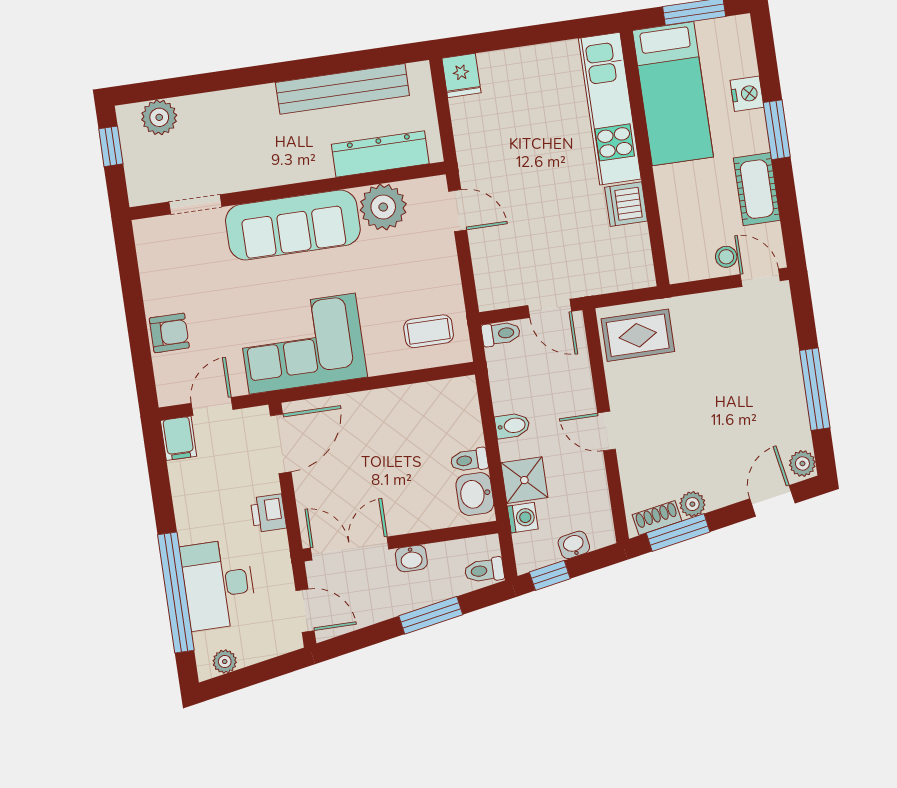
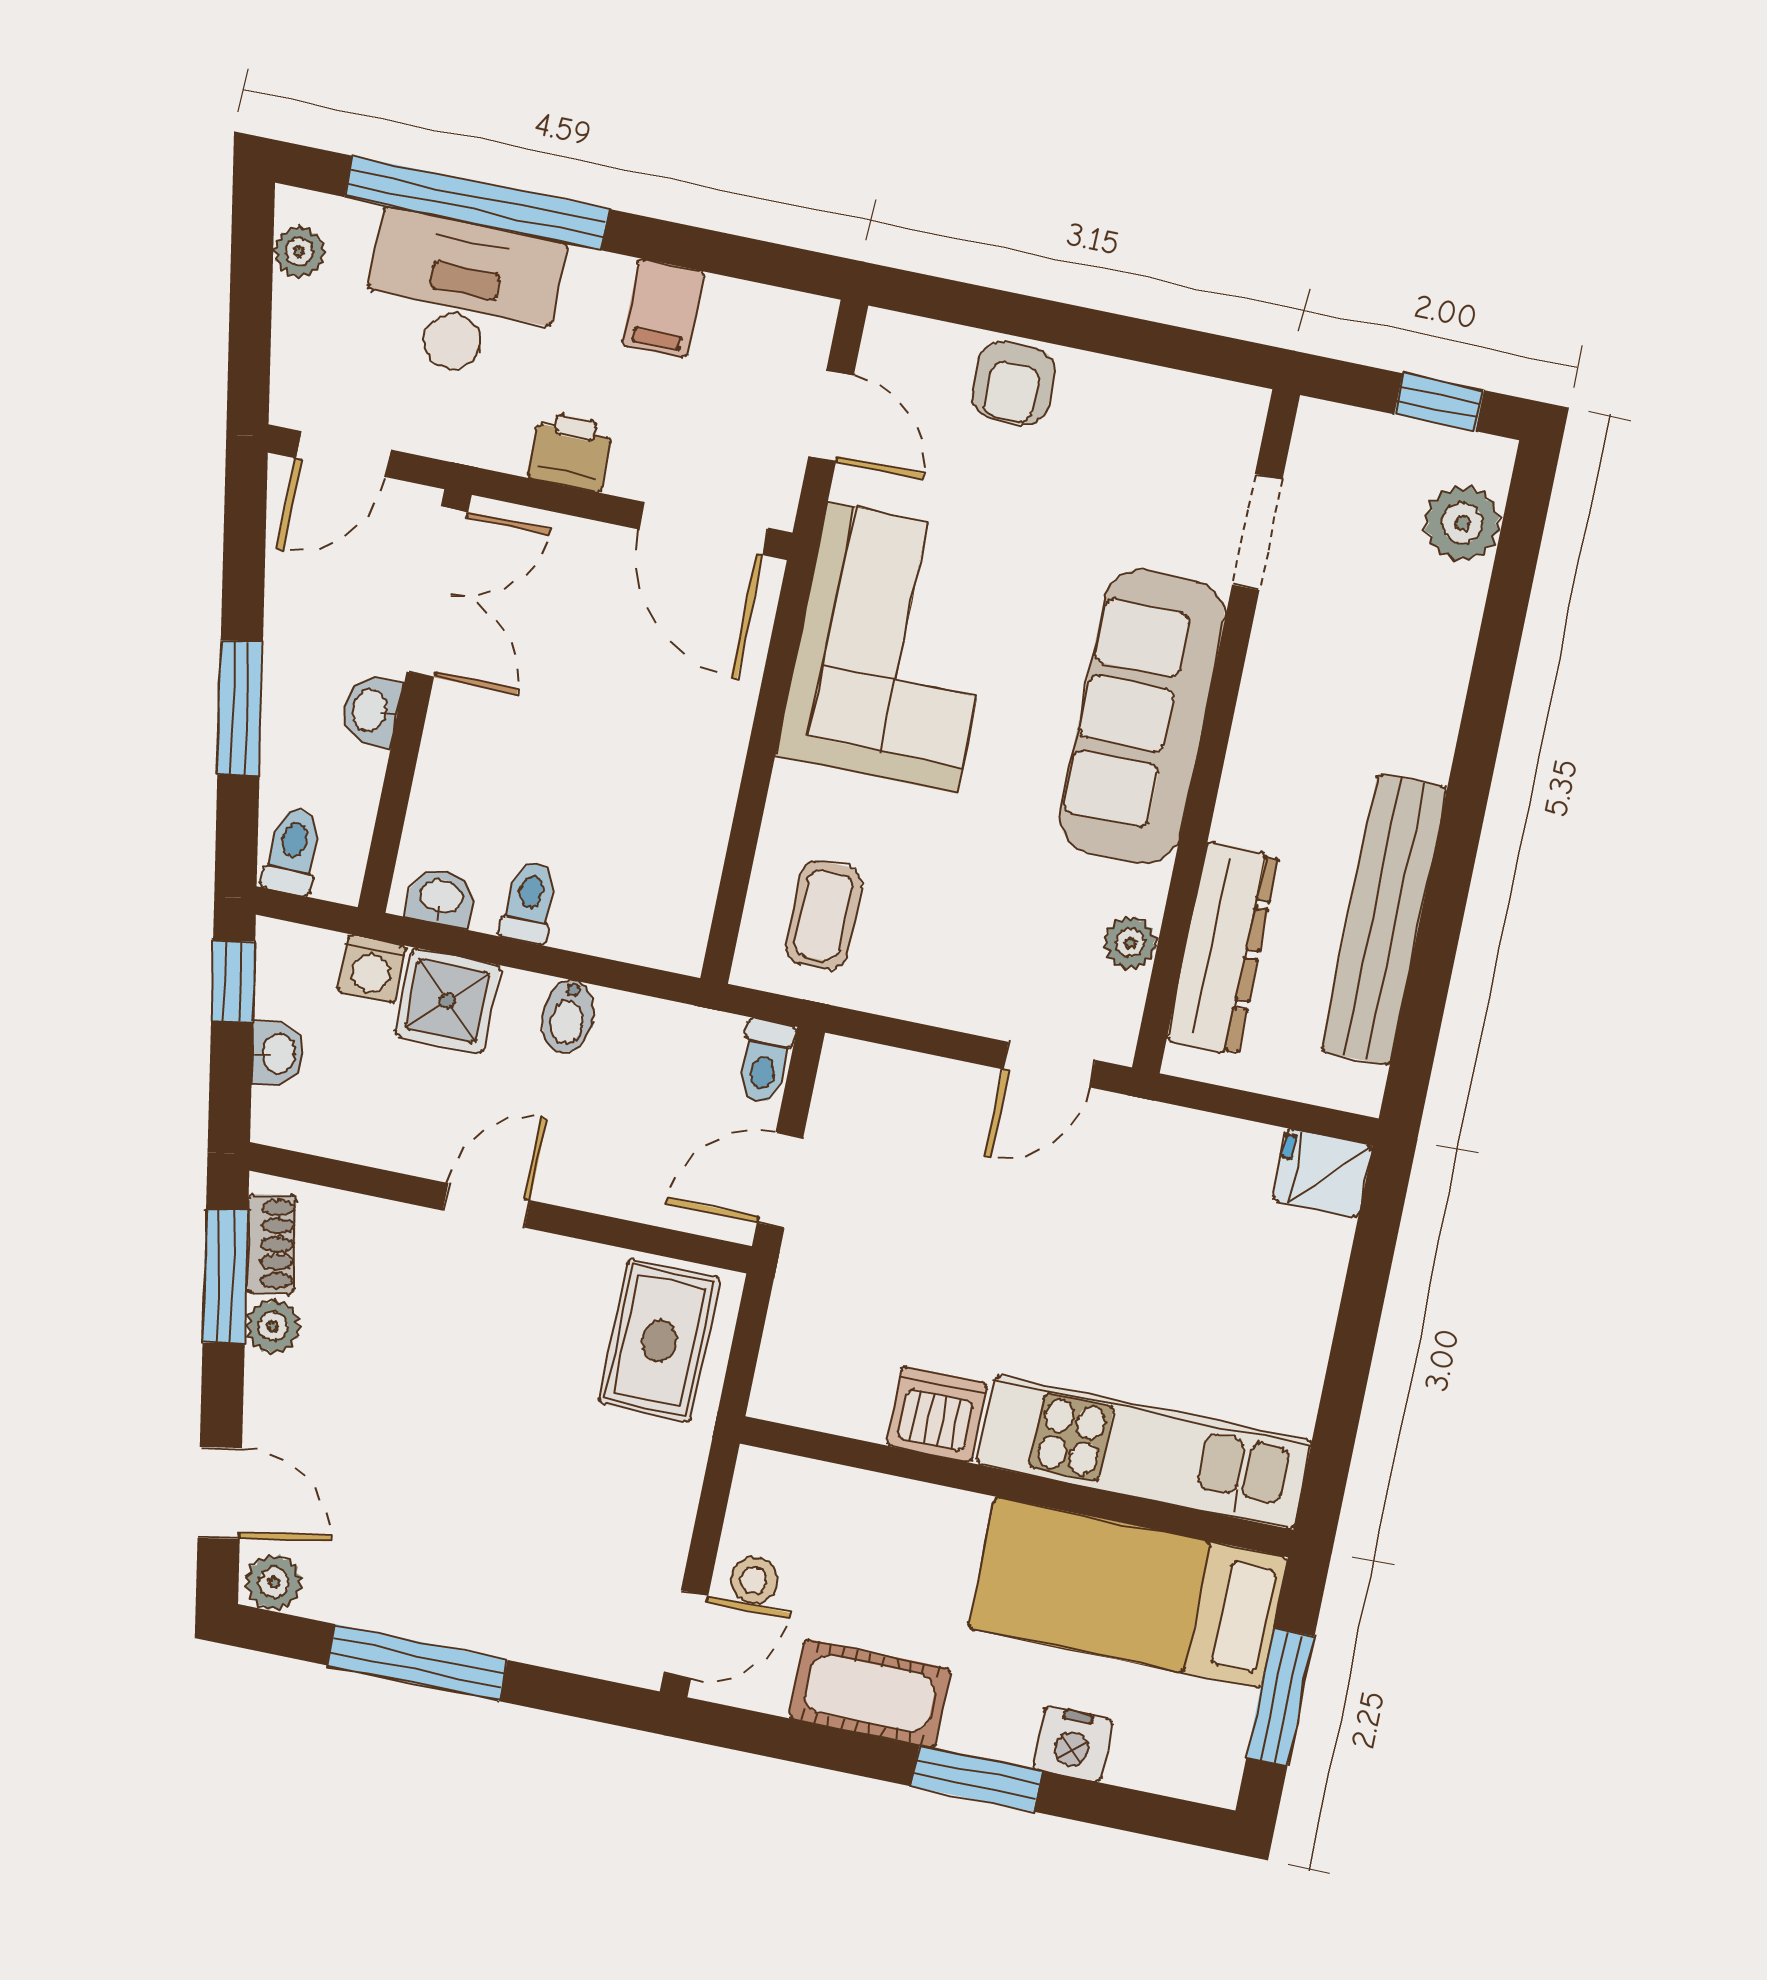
plant: (383, 207) -> (1130, 943), width x0.53, depth x0.53
filing cabinet: (179, 438) -> (663, 308), moved, turned -90
washbasin: (475, 494) -> (441, 898), width x0.72, depth x0.69

